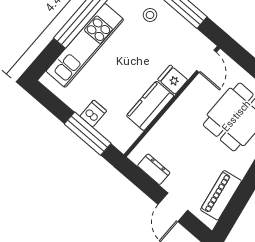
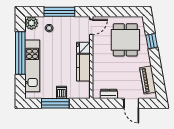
door: (206, 61) -> (91, 27), hinge flipped
window: (88, 134) -> (55, 103), moved

